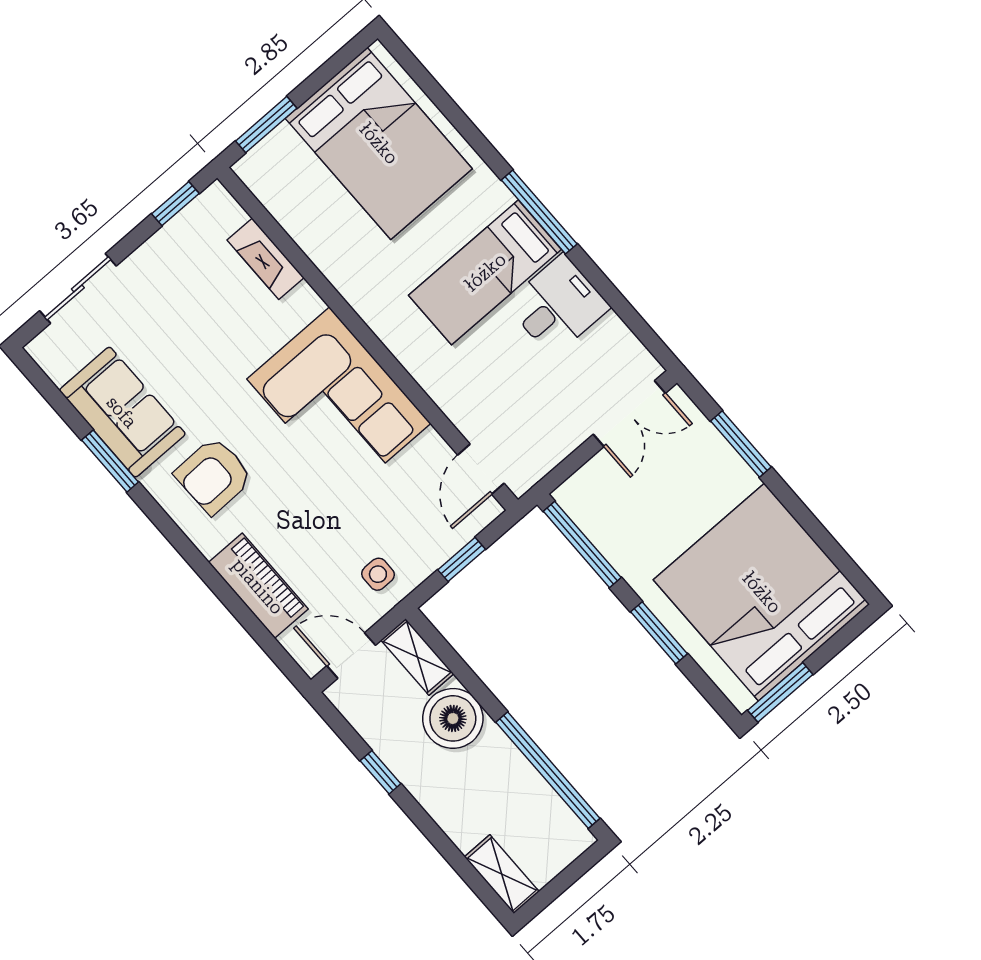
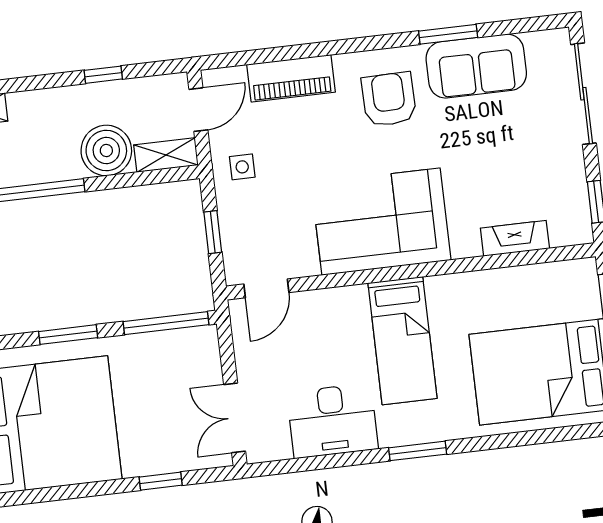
window: (539, 212) -> (418, 451), width x0.69
bed: (485, 272) -> (402, 341), moved, turned 180
sliding door: (78, 288) -> (583, 94), width x1.37
desk: (558, 306) -> (332, 421), width x1.37
window: (741, 444) -> (161, 481), width x0.67
door: (481, 469) -> (266, 288), swing flipped

